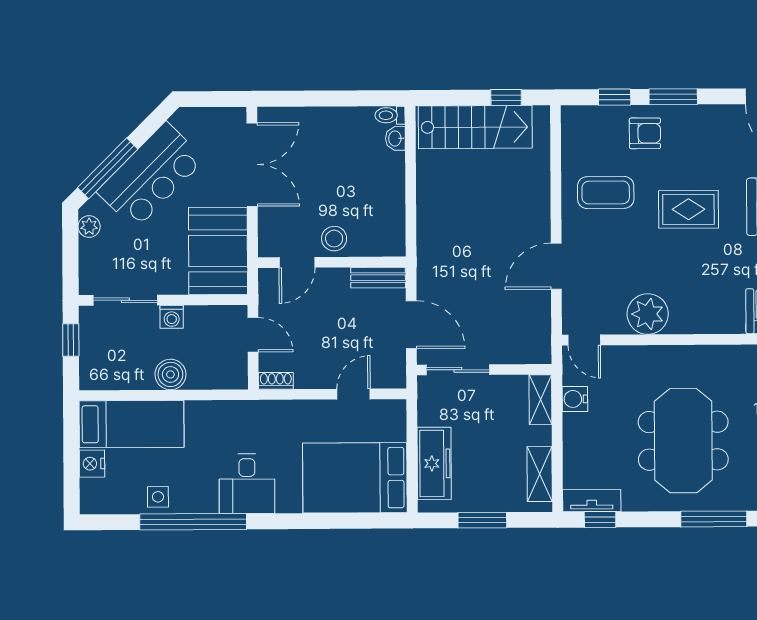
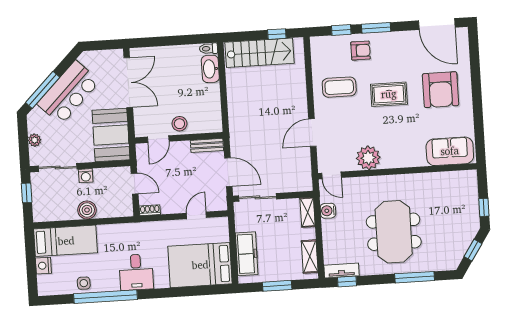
washbasin: (395, 138) -> (210, 69), width x1.91, depth x1.45
plant: (89, 226) -> (35, 140), moved

